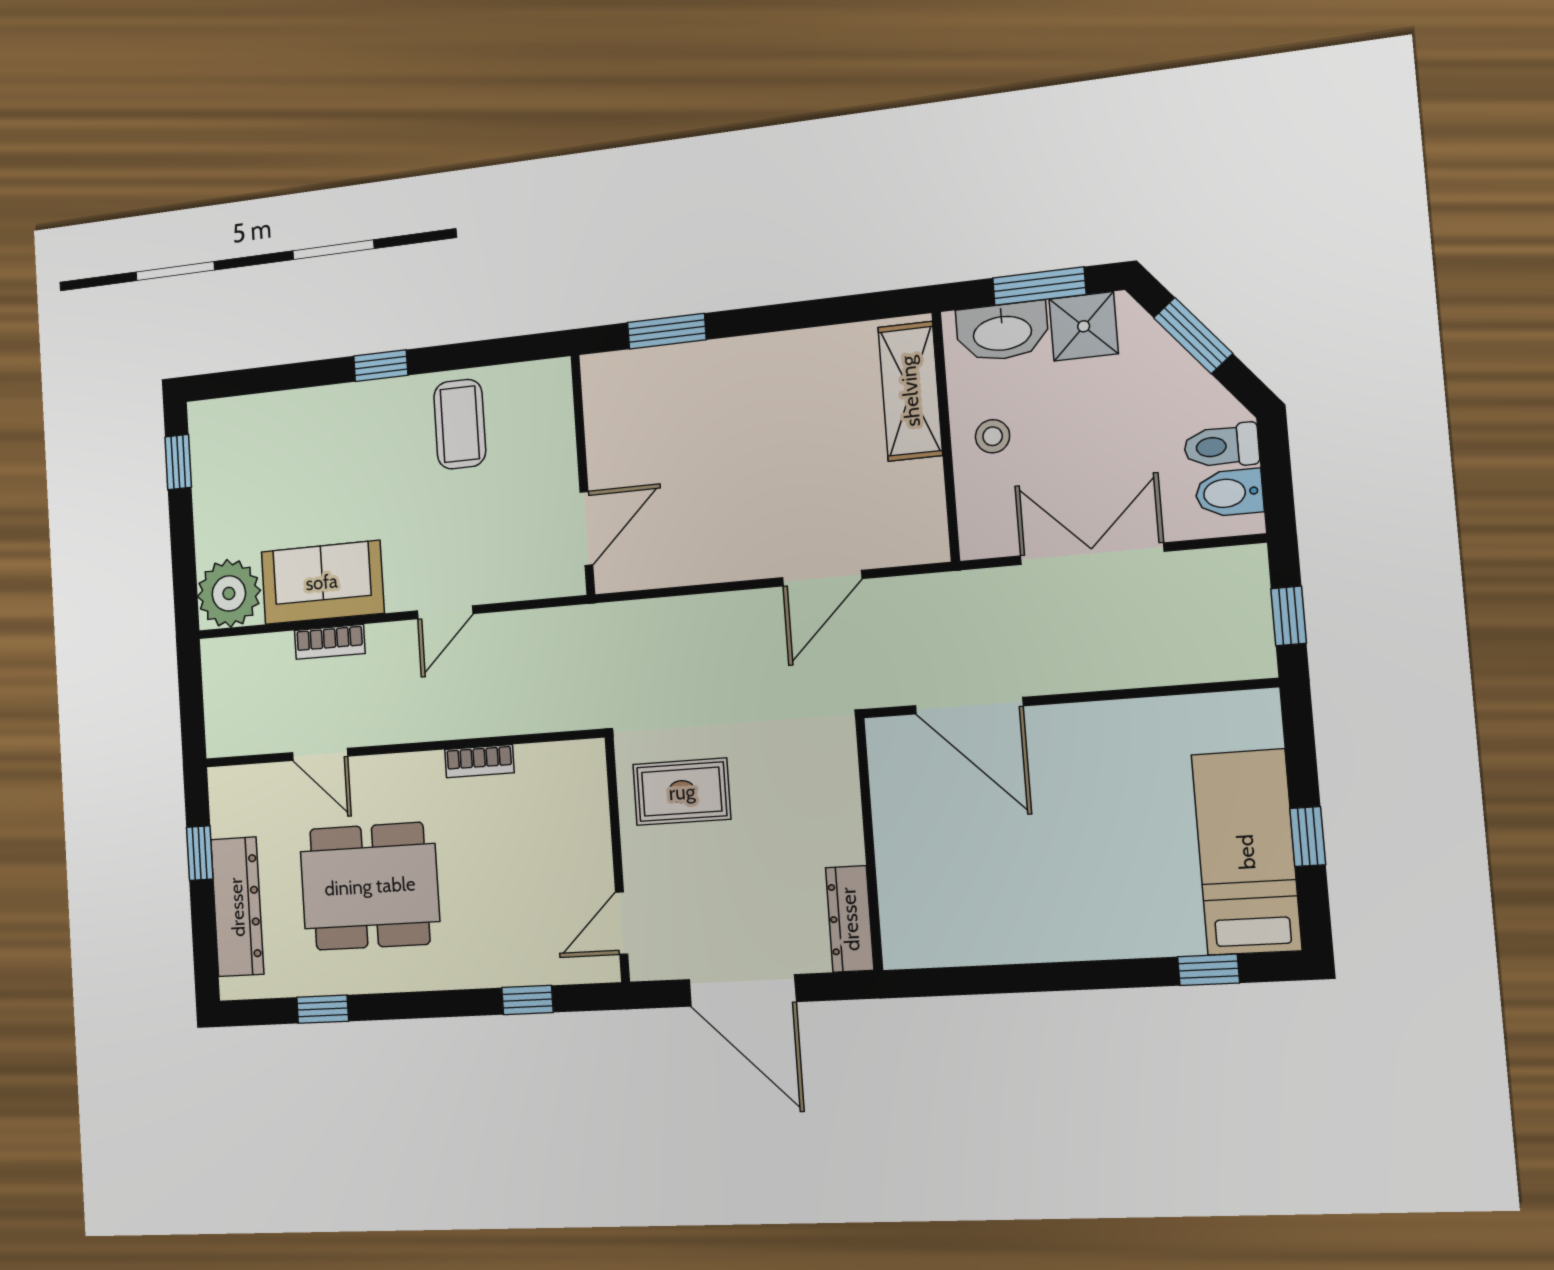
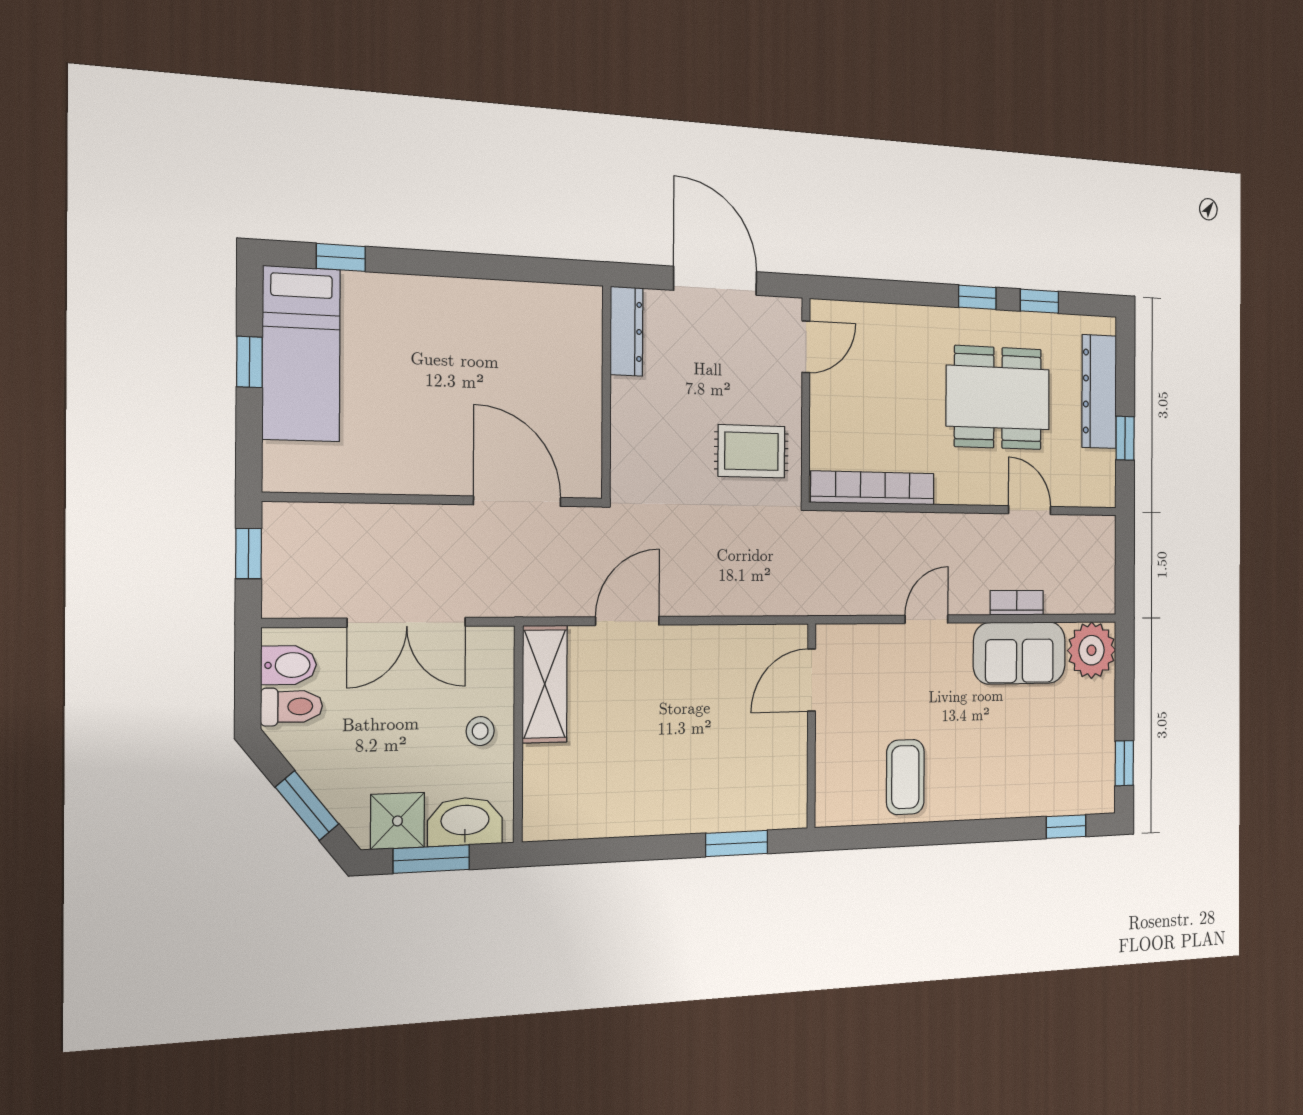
window: (381, 366) -> (1066, 827), moved
shelving: (910, 391) -> (545, 684), moved
bookcase: (479, 761) -> (873, 488), width x2.31, depth x1.31
window: (527, 1000) -> (977, 297), moved

